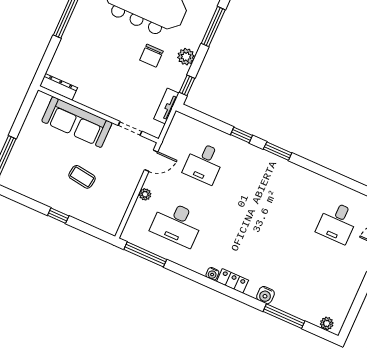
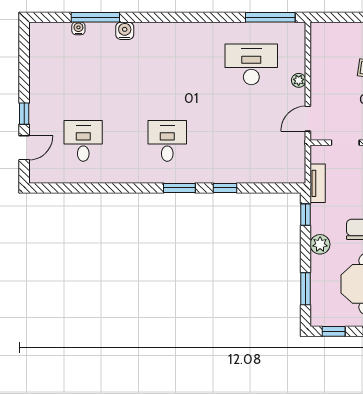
window: (213, 27) -> (306, 289), width x0.69
desk: (204, 163) -> (167, 141), moved
water cooler: (212, 274) -> (78, 28), moved
locker: (233, 281) -> (166, 30), removed
plant: (327, 323) -> (47, 30), removed

